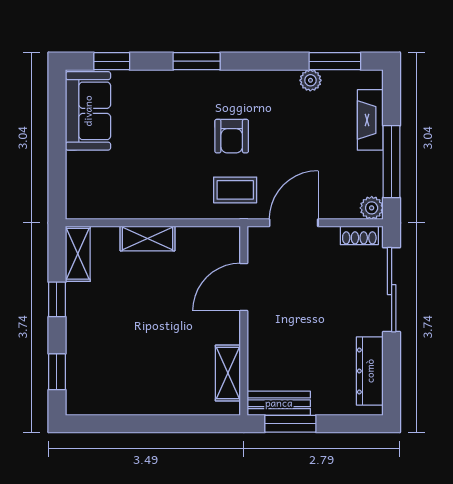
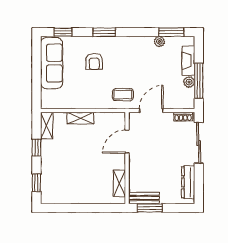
sofa: (88, 111) -> (52, 63), width x1.36
armchair: (232, 136) -> (94, 61), moved
plant: (372, 208) -> (189, 82), moved

